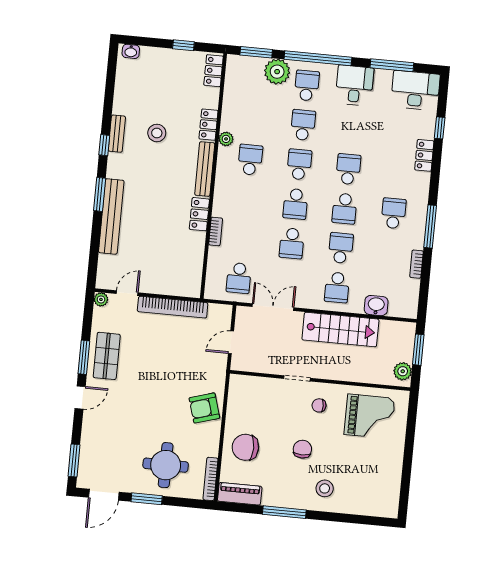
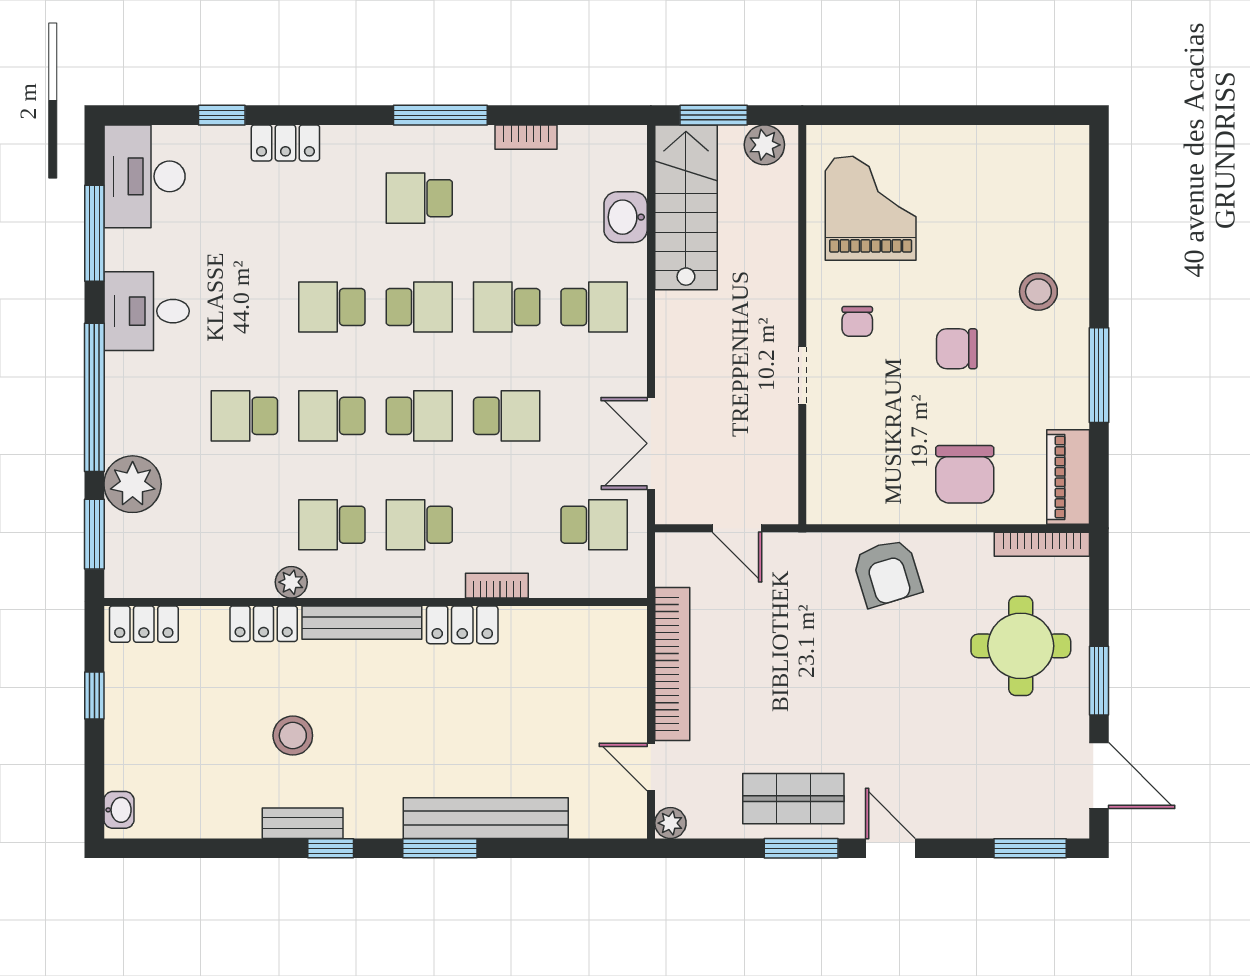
school desk: (307, 86) -> (419, 525), moved
stairs: (340, 330) -> (686, 207), moved

